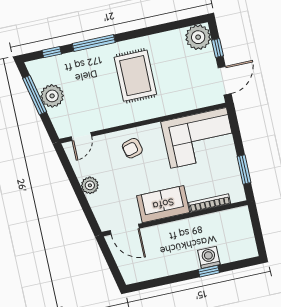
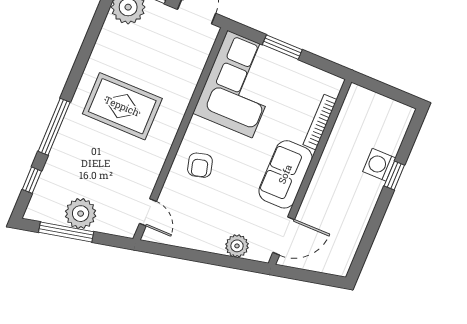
window: (244, 169) -> (282, 47), moved
plant: (90, 185) -> (237, 246), moved

